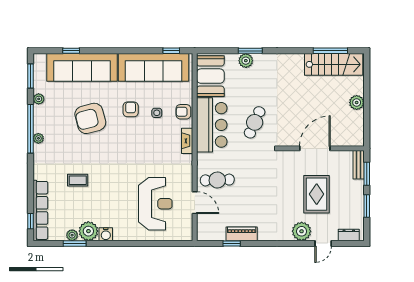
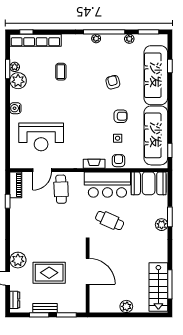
plant: (246, 61) -> (162, 225), moved
armchair: (90, 118) -> (113, 82), width x0.53, depth x0.53
bench: (359, 165) -> (45, 308), moved
water cooler: (106, 234) -> (15, 108), moved
piano: (242, 234) -> (16, 185), moved

